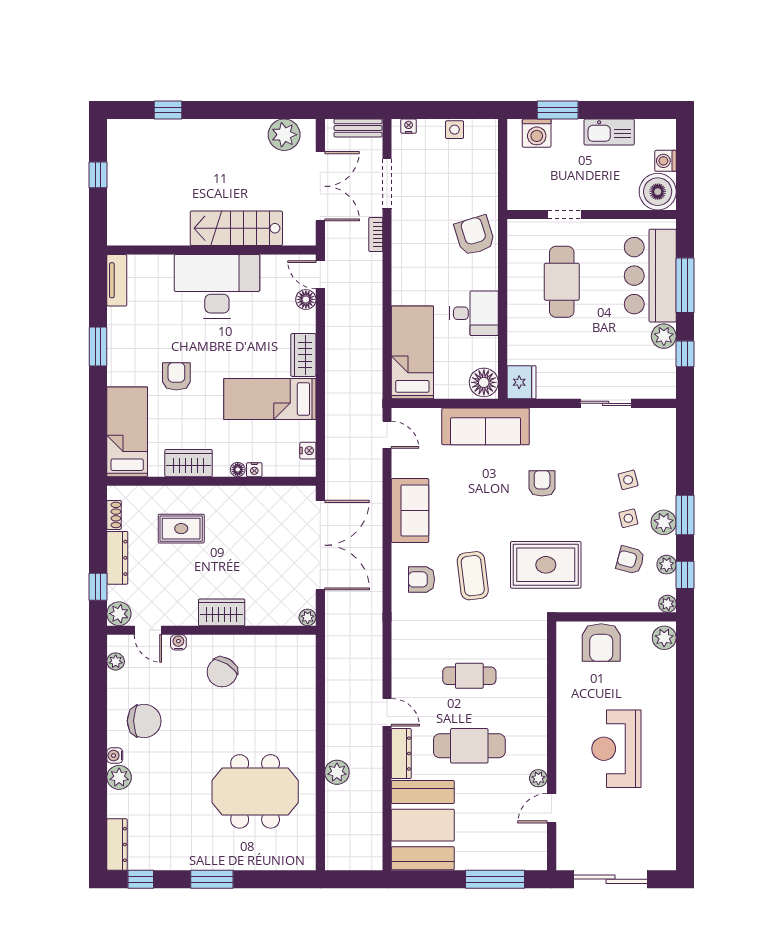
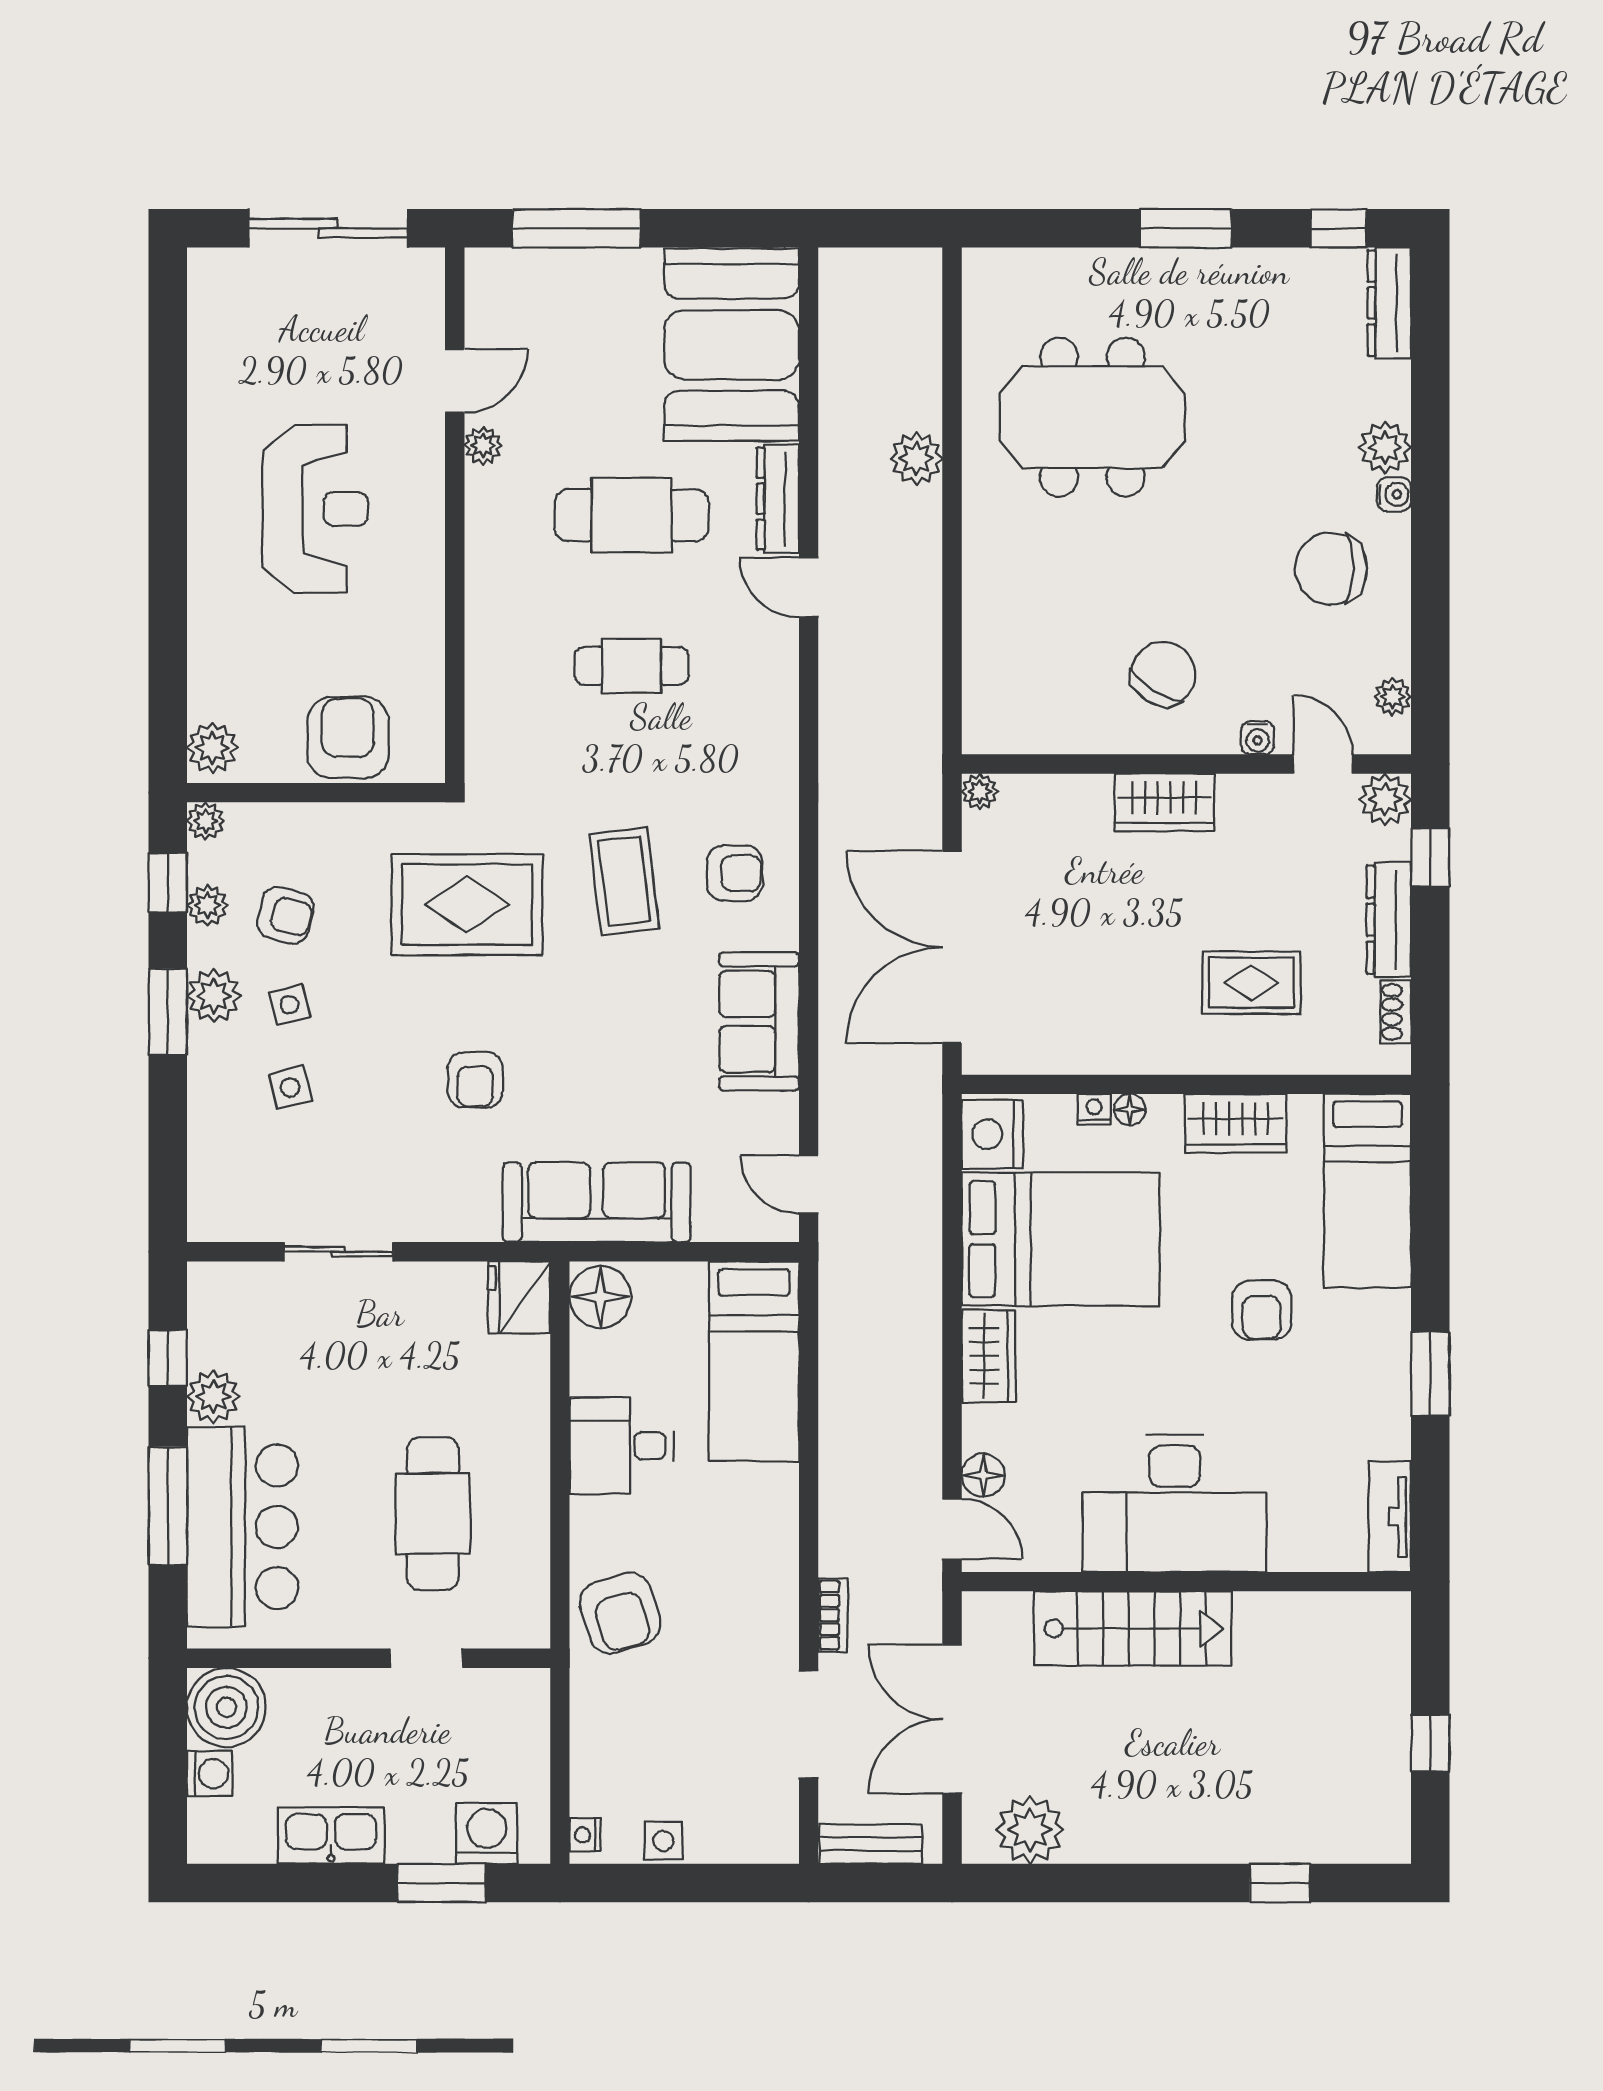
nightstand: (409, 126) -> (585, 1835), moved, turned 90
bed: (270, 399) -> (1061, 1239), width x1.50
nightstand: (308, 451) -> (992, 1134), width x1.89, depth x1.79

